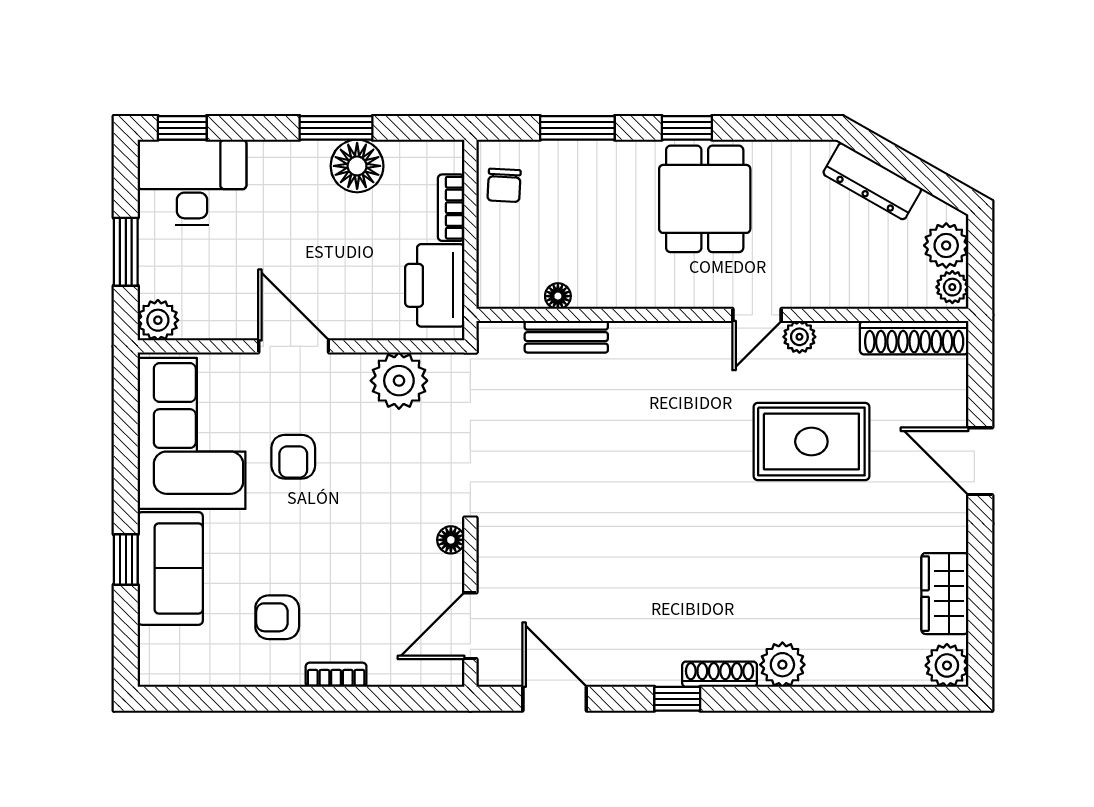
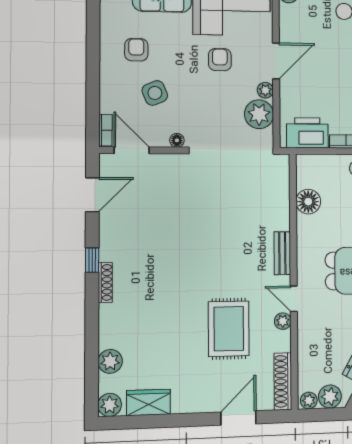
floor lamp: (558, 296) -> (308, 202), width x1.89, depth x1.89
bench: (566, 337) -> (282, 253), moved
plant: (352, 368) -> (265, 90), added
armchair: (293, 457) -> (220, 60), turned 90
door: (980, 461) -> (238, 418), moved
side table: (360, 582) -> (155, 93), added
plant: (782, 665) -> (110, 361), moved
bookcase: (336, 675) -> (106, 130), moved

